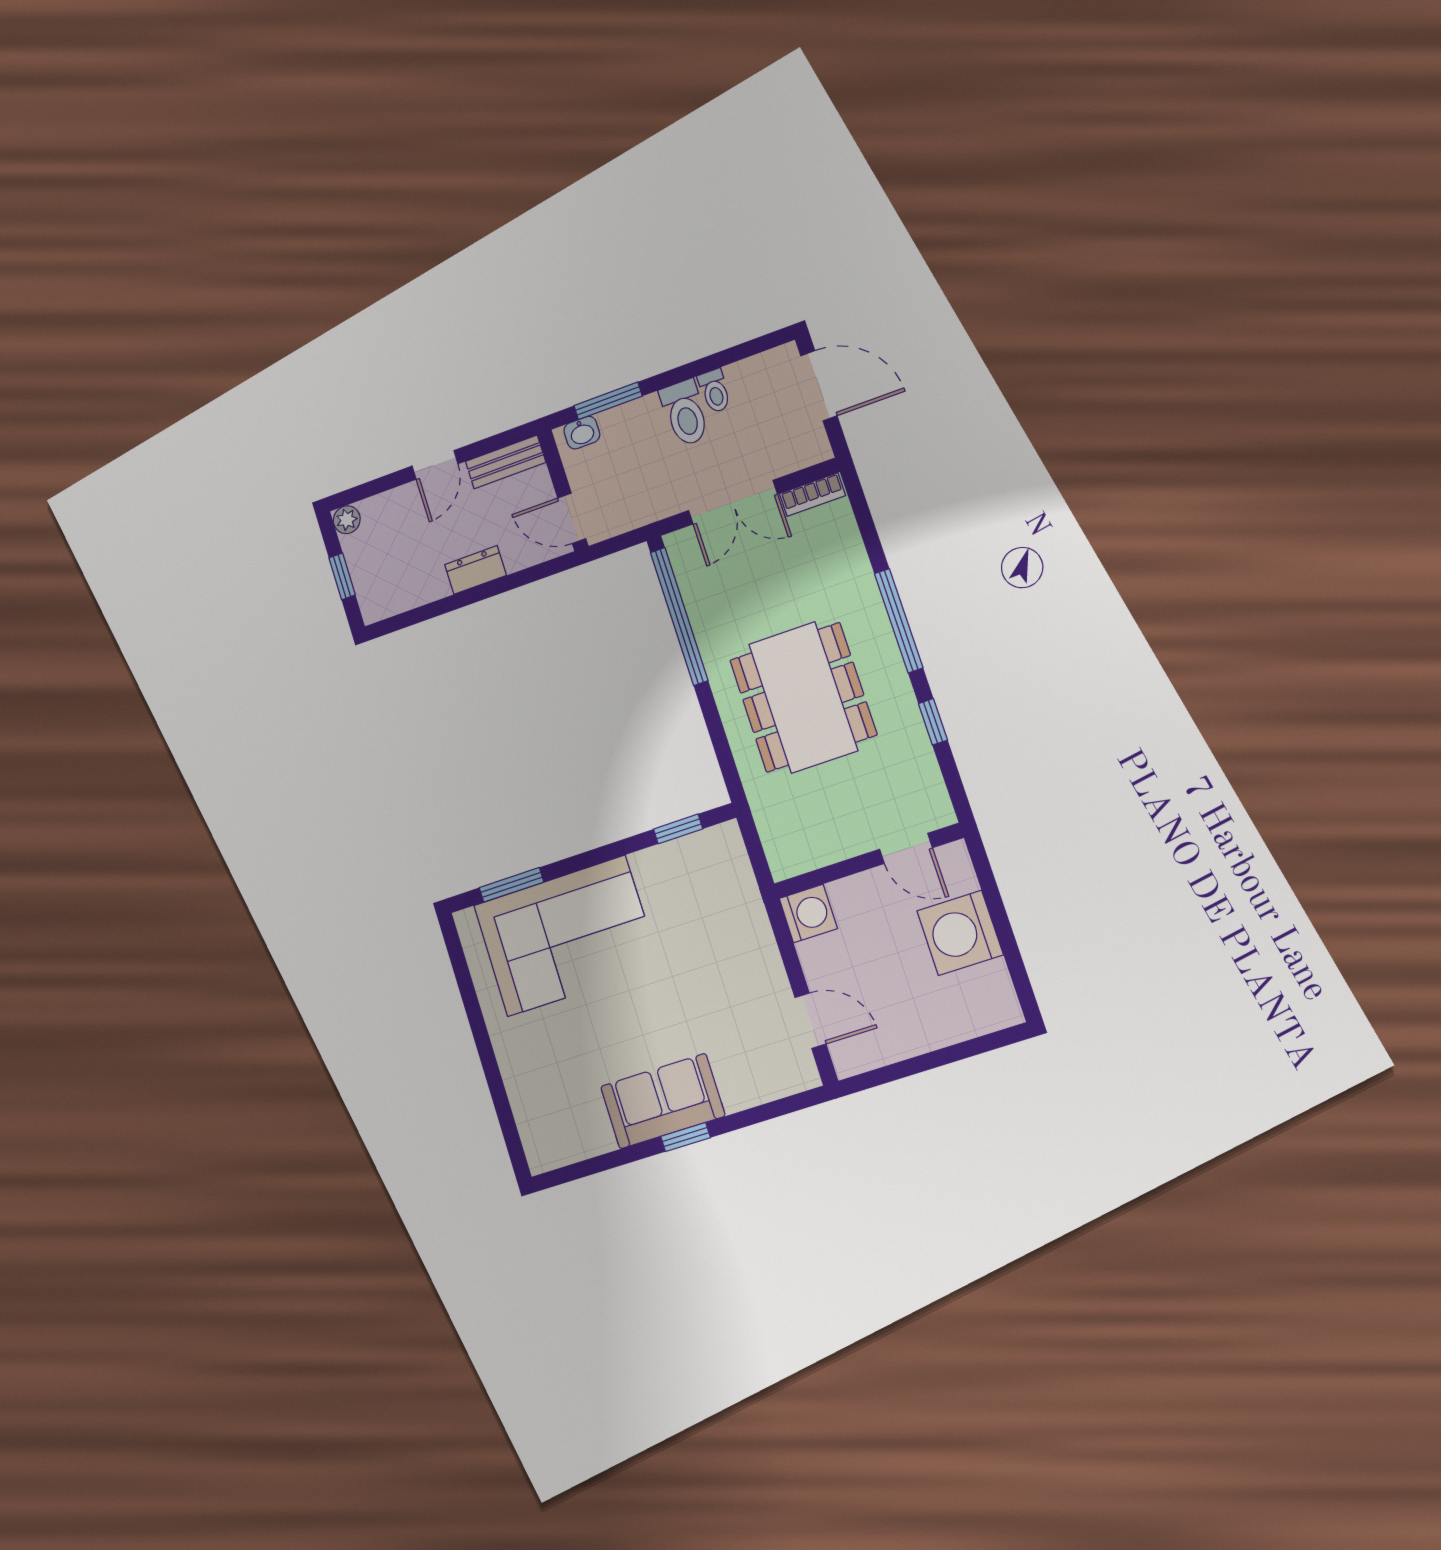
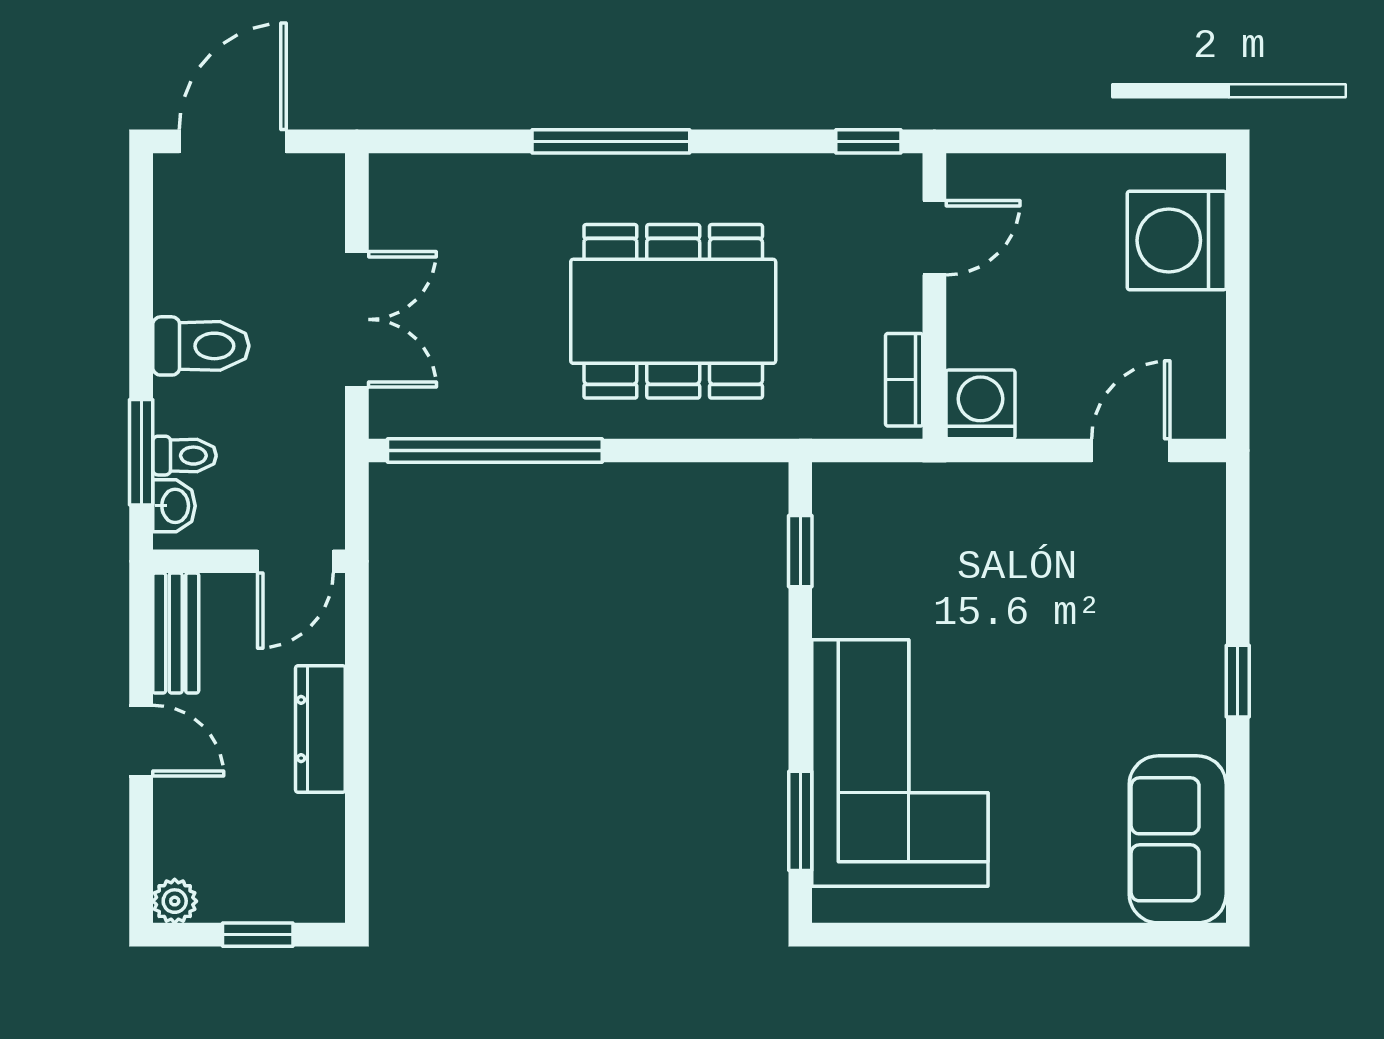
toilet: (715, 391) -> (184, 456), moved
bookcase: (812, 495) -> (904, 380), moved, turned 180
dresser: (475, 570) -> (320, 729), width x1.44
window: (933, 722) -> (868, 141), moved
washing machine: (960, 933) -> (1177, 240), moved, turned 90
sofa: (663, 1101) -> (1178, 839), moved

